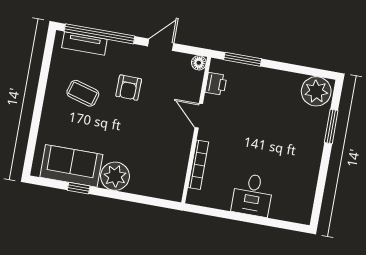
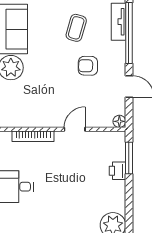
printer: (216, 84) -> (118, 171), moved, turned 90

